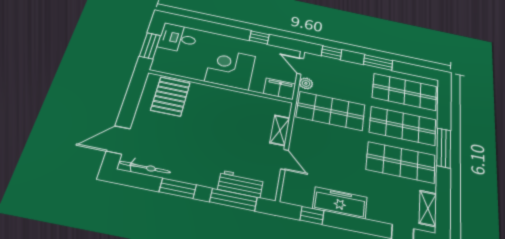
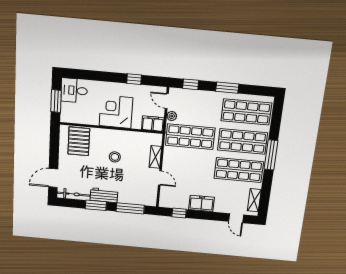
stool: (220, 123) -> (115, 157), added
workbench: (241, 184) -> (104, 195), moved
freezer: (340, 203) -> (201, 203), width x0.71

